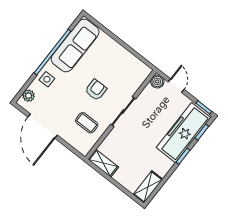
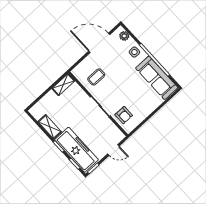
boiler: (157, 82) -> (119, 136), removed
armchair: (96, 90) -> (124, 115), moved
shelving: (148, 187) -> (50, 127), moved

